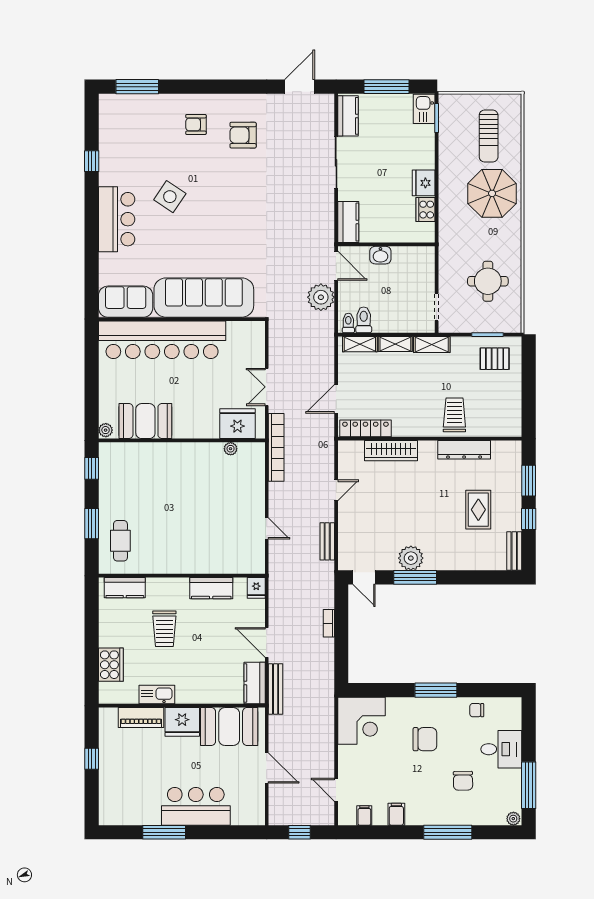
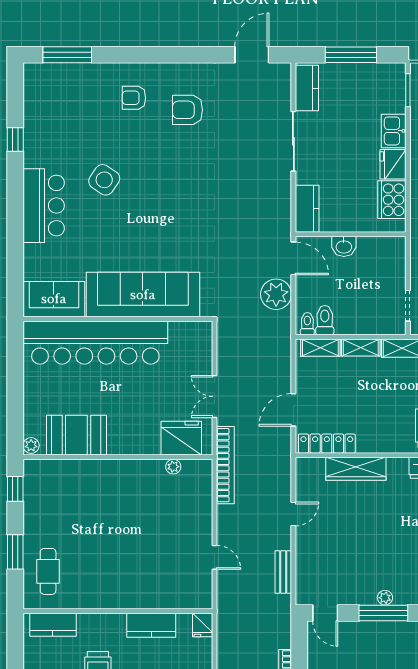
kitchen sink: (424, 109) -> (394, 131), moved
cooker: (426, 210) -> (392, 200), width x1.37, depth x1.31
plant: (411, 558) -> (385, 598), width x0.53, depth x0.53

